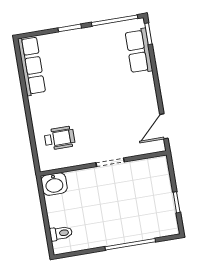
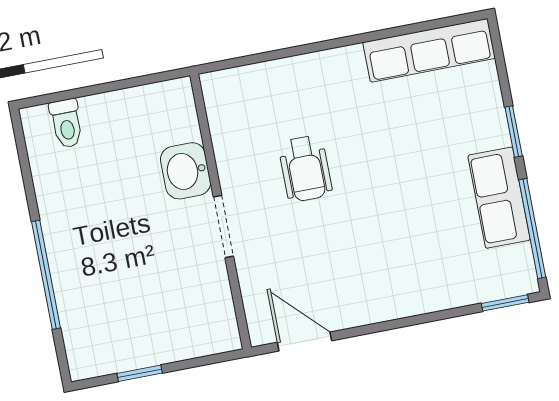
row of seats: (139, 51) -> (499, 198), moved, turned -90
wheelchair: (60, 138) -> (305, 169), moved
washbasin: (54, 184) -> (186, 171), moved

